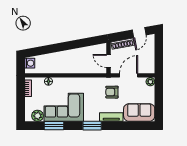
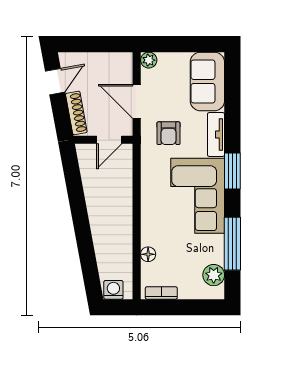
door: (139, 33) -> (55, 82), hinge flipped
corner sofa: (64, 107) -> (198, 196), moved
window: (54, 126) -> (232, 244), width x1.44

